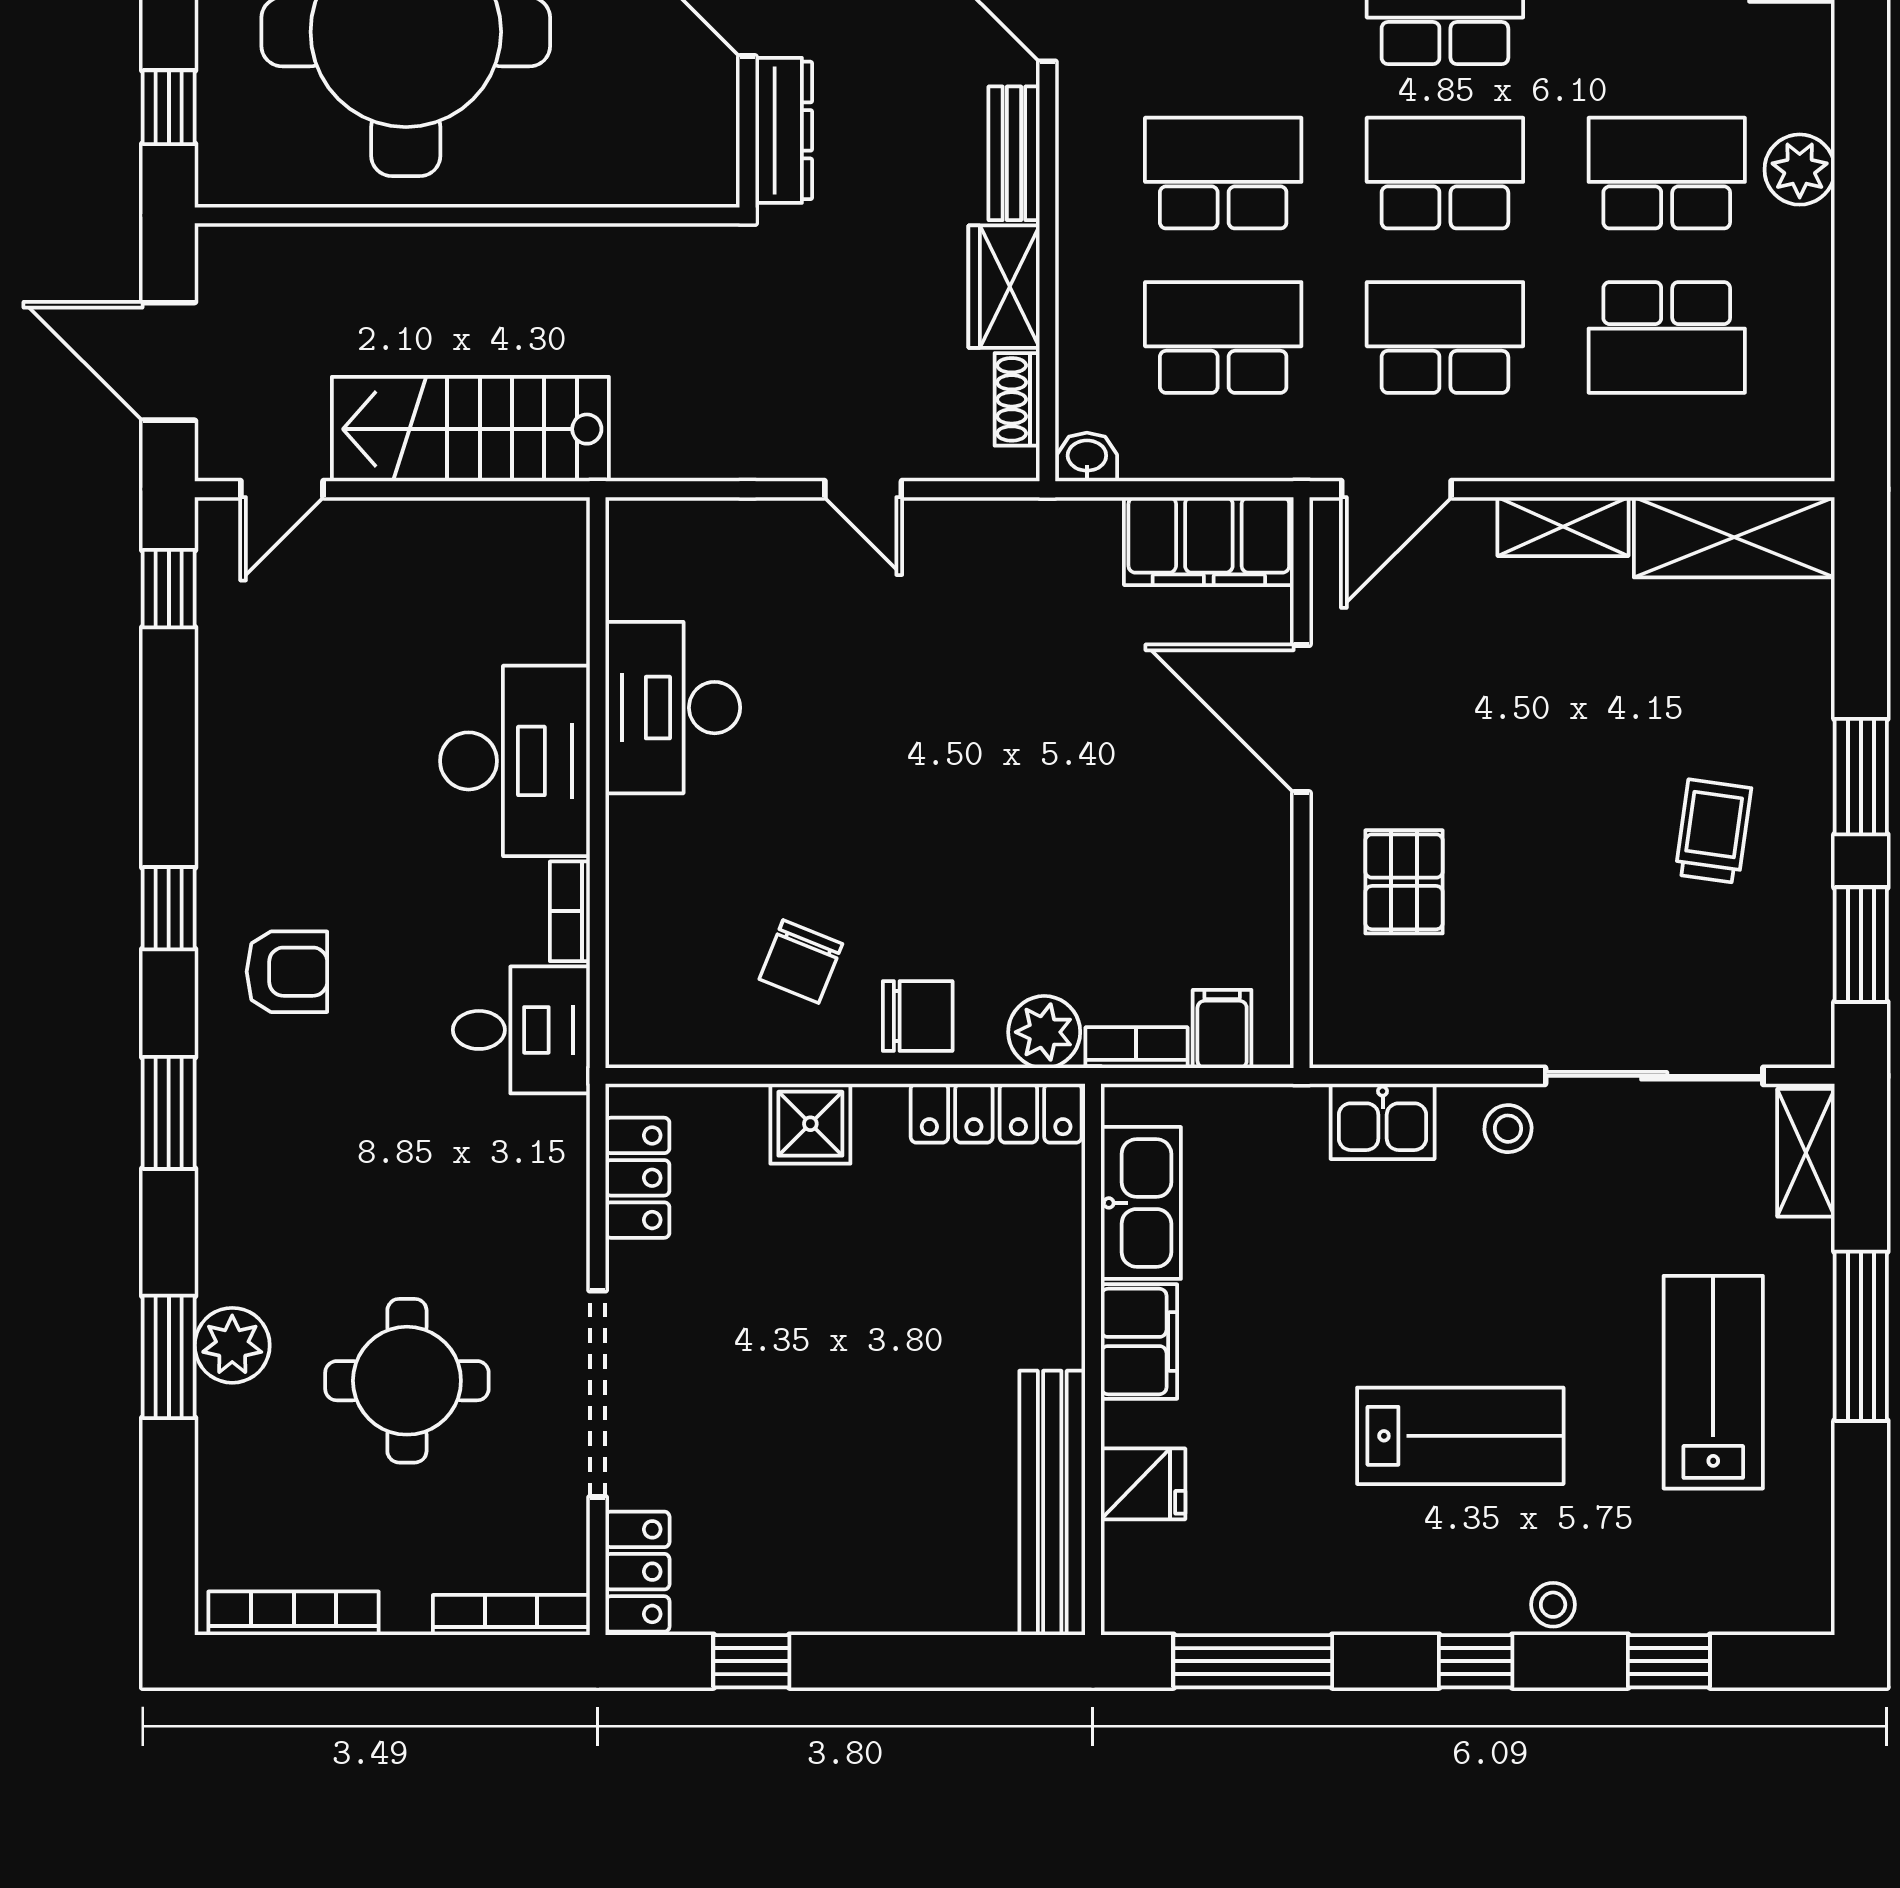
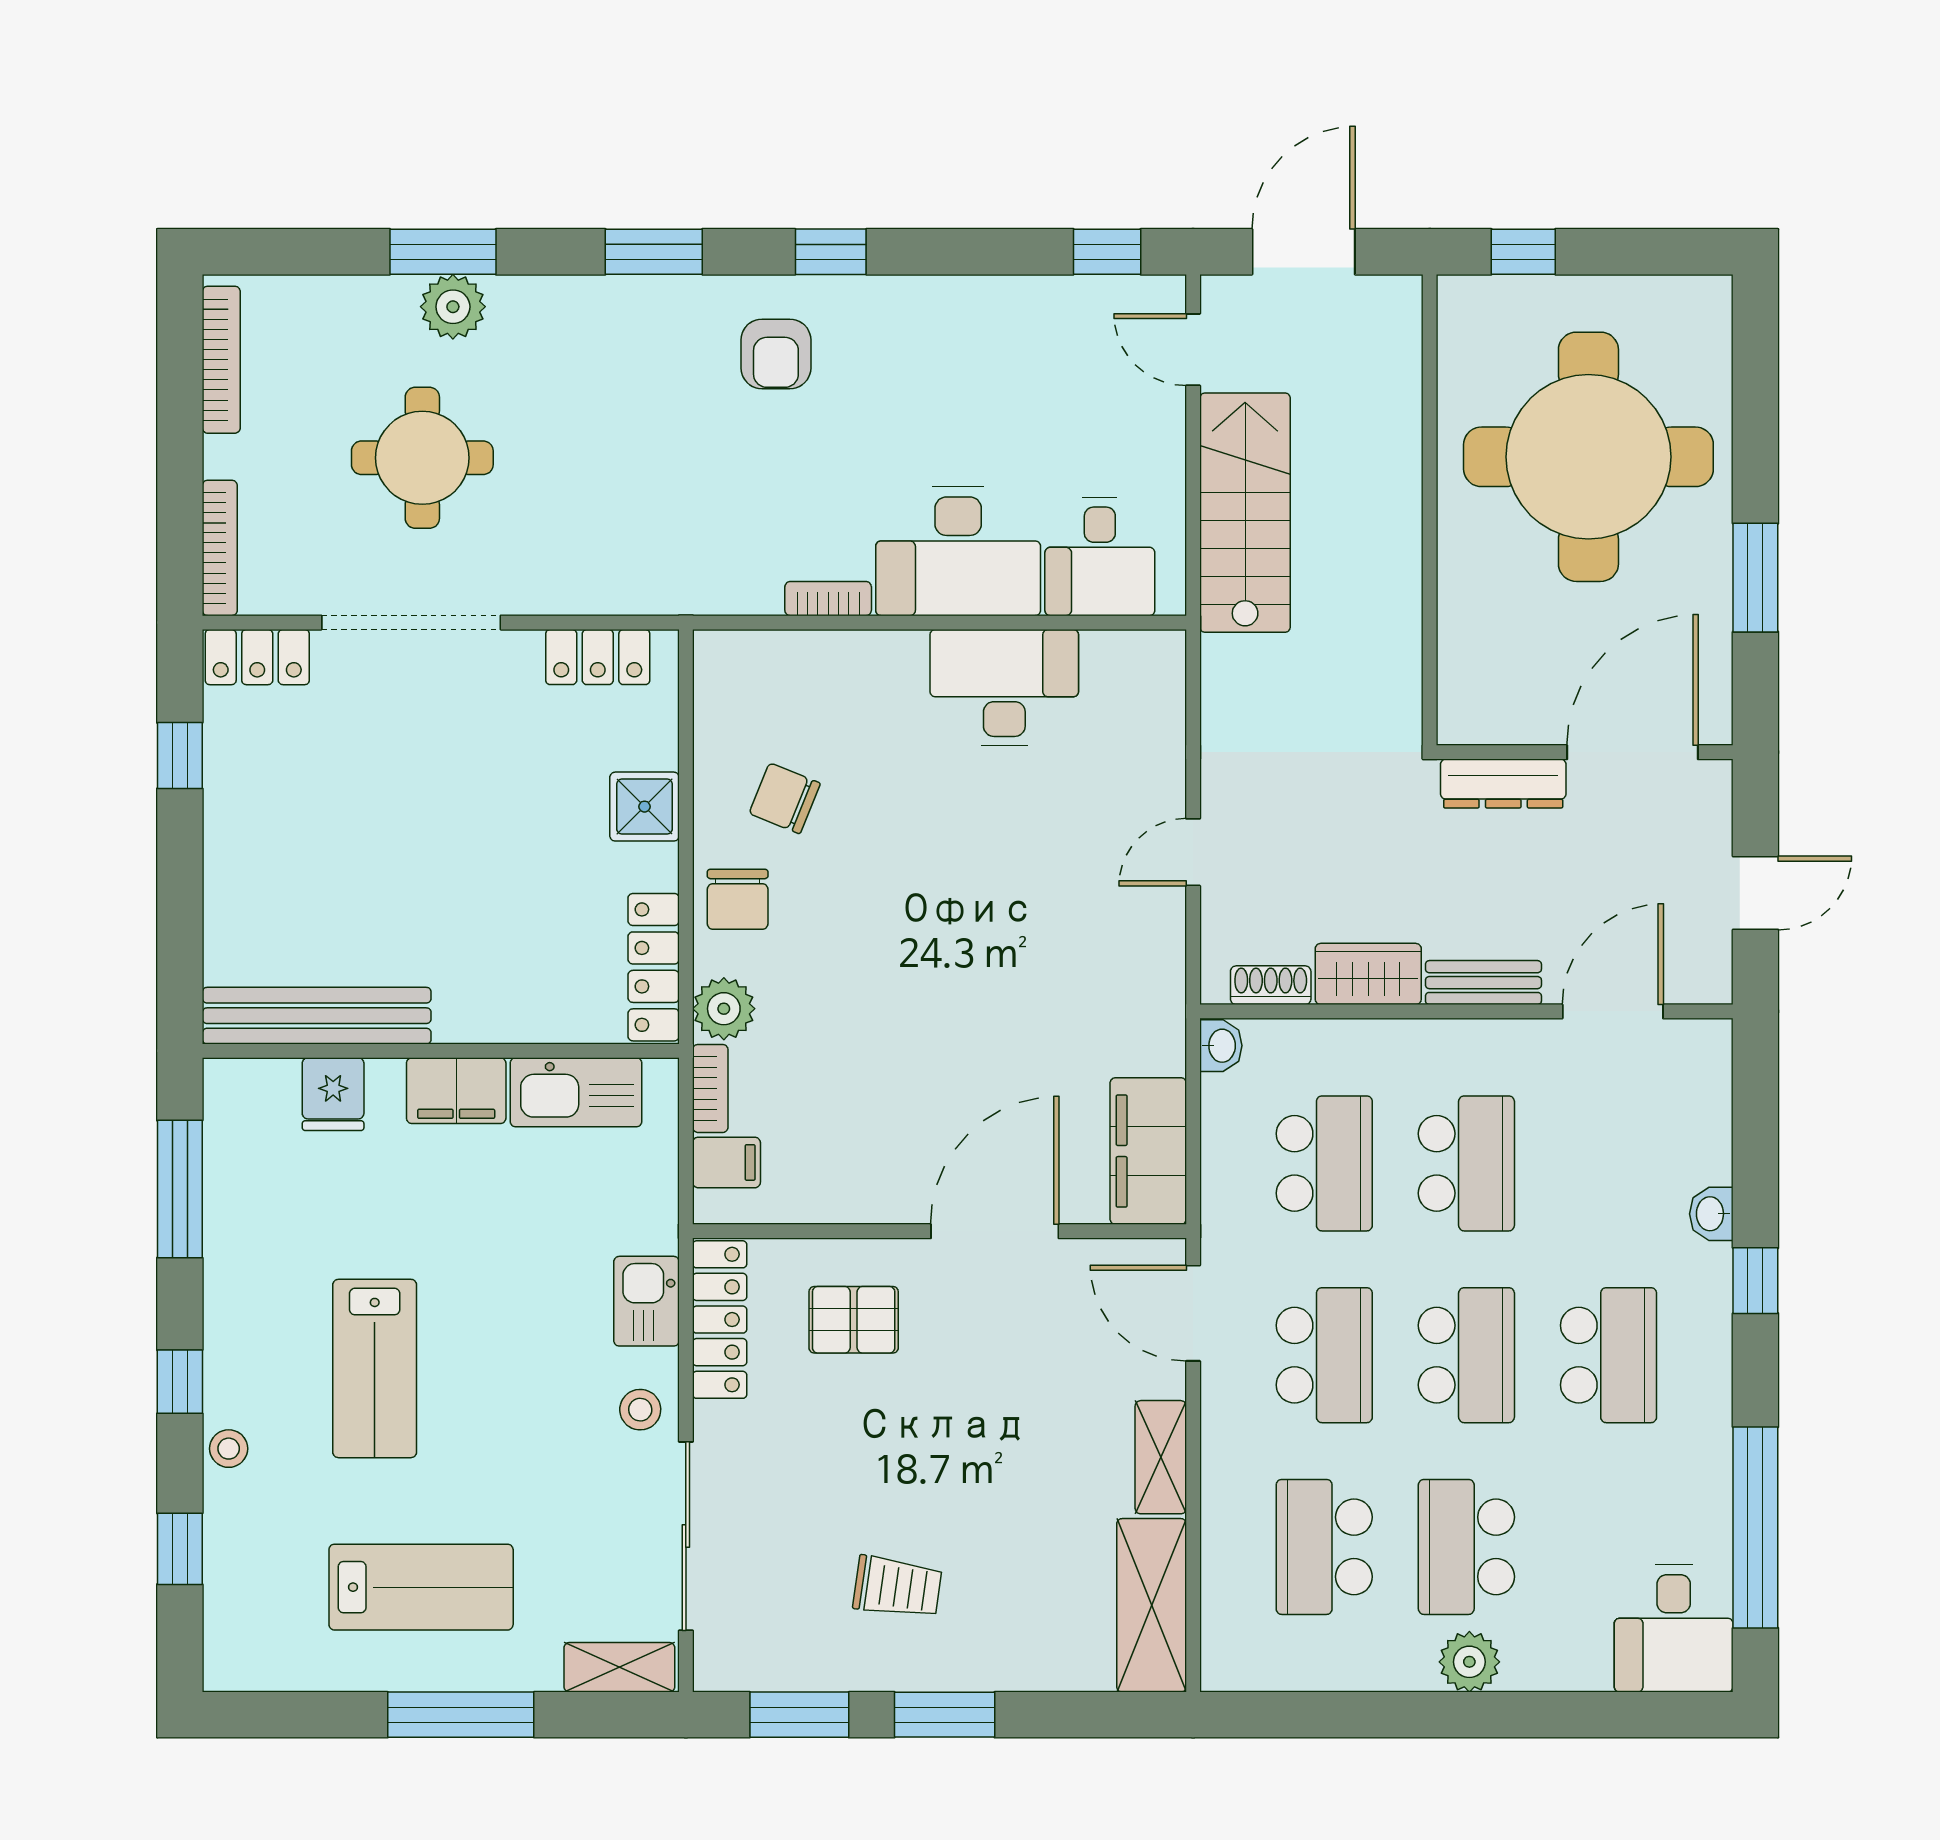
school desk: (1667, 173) -> (1466, 1547), turned 180
desk: (521, 1030) -> (1100, 557), moved
locker: (1404, 1037) -> (720, 1320), added

